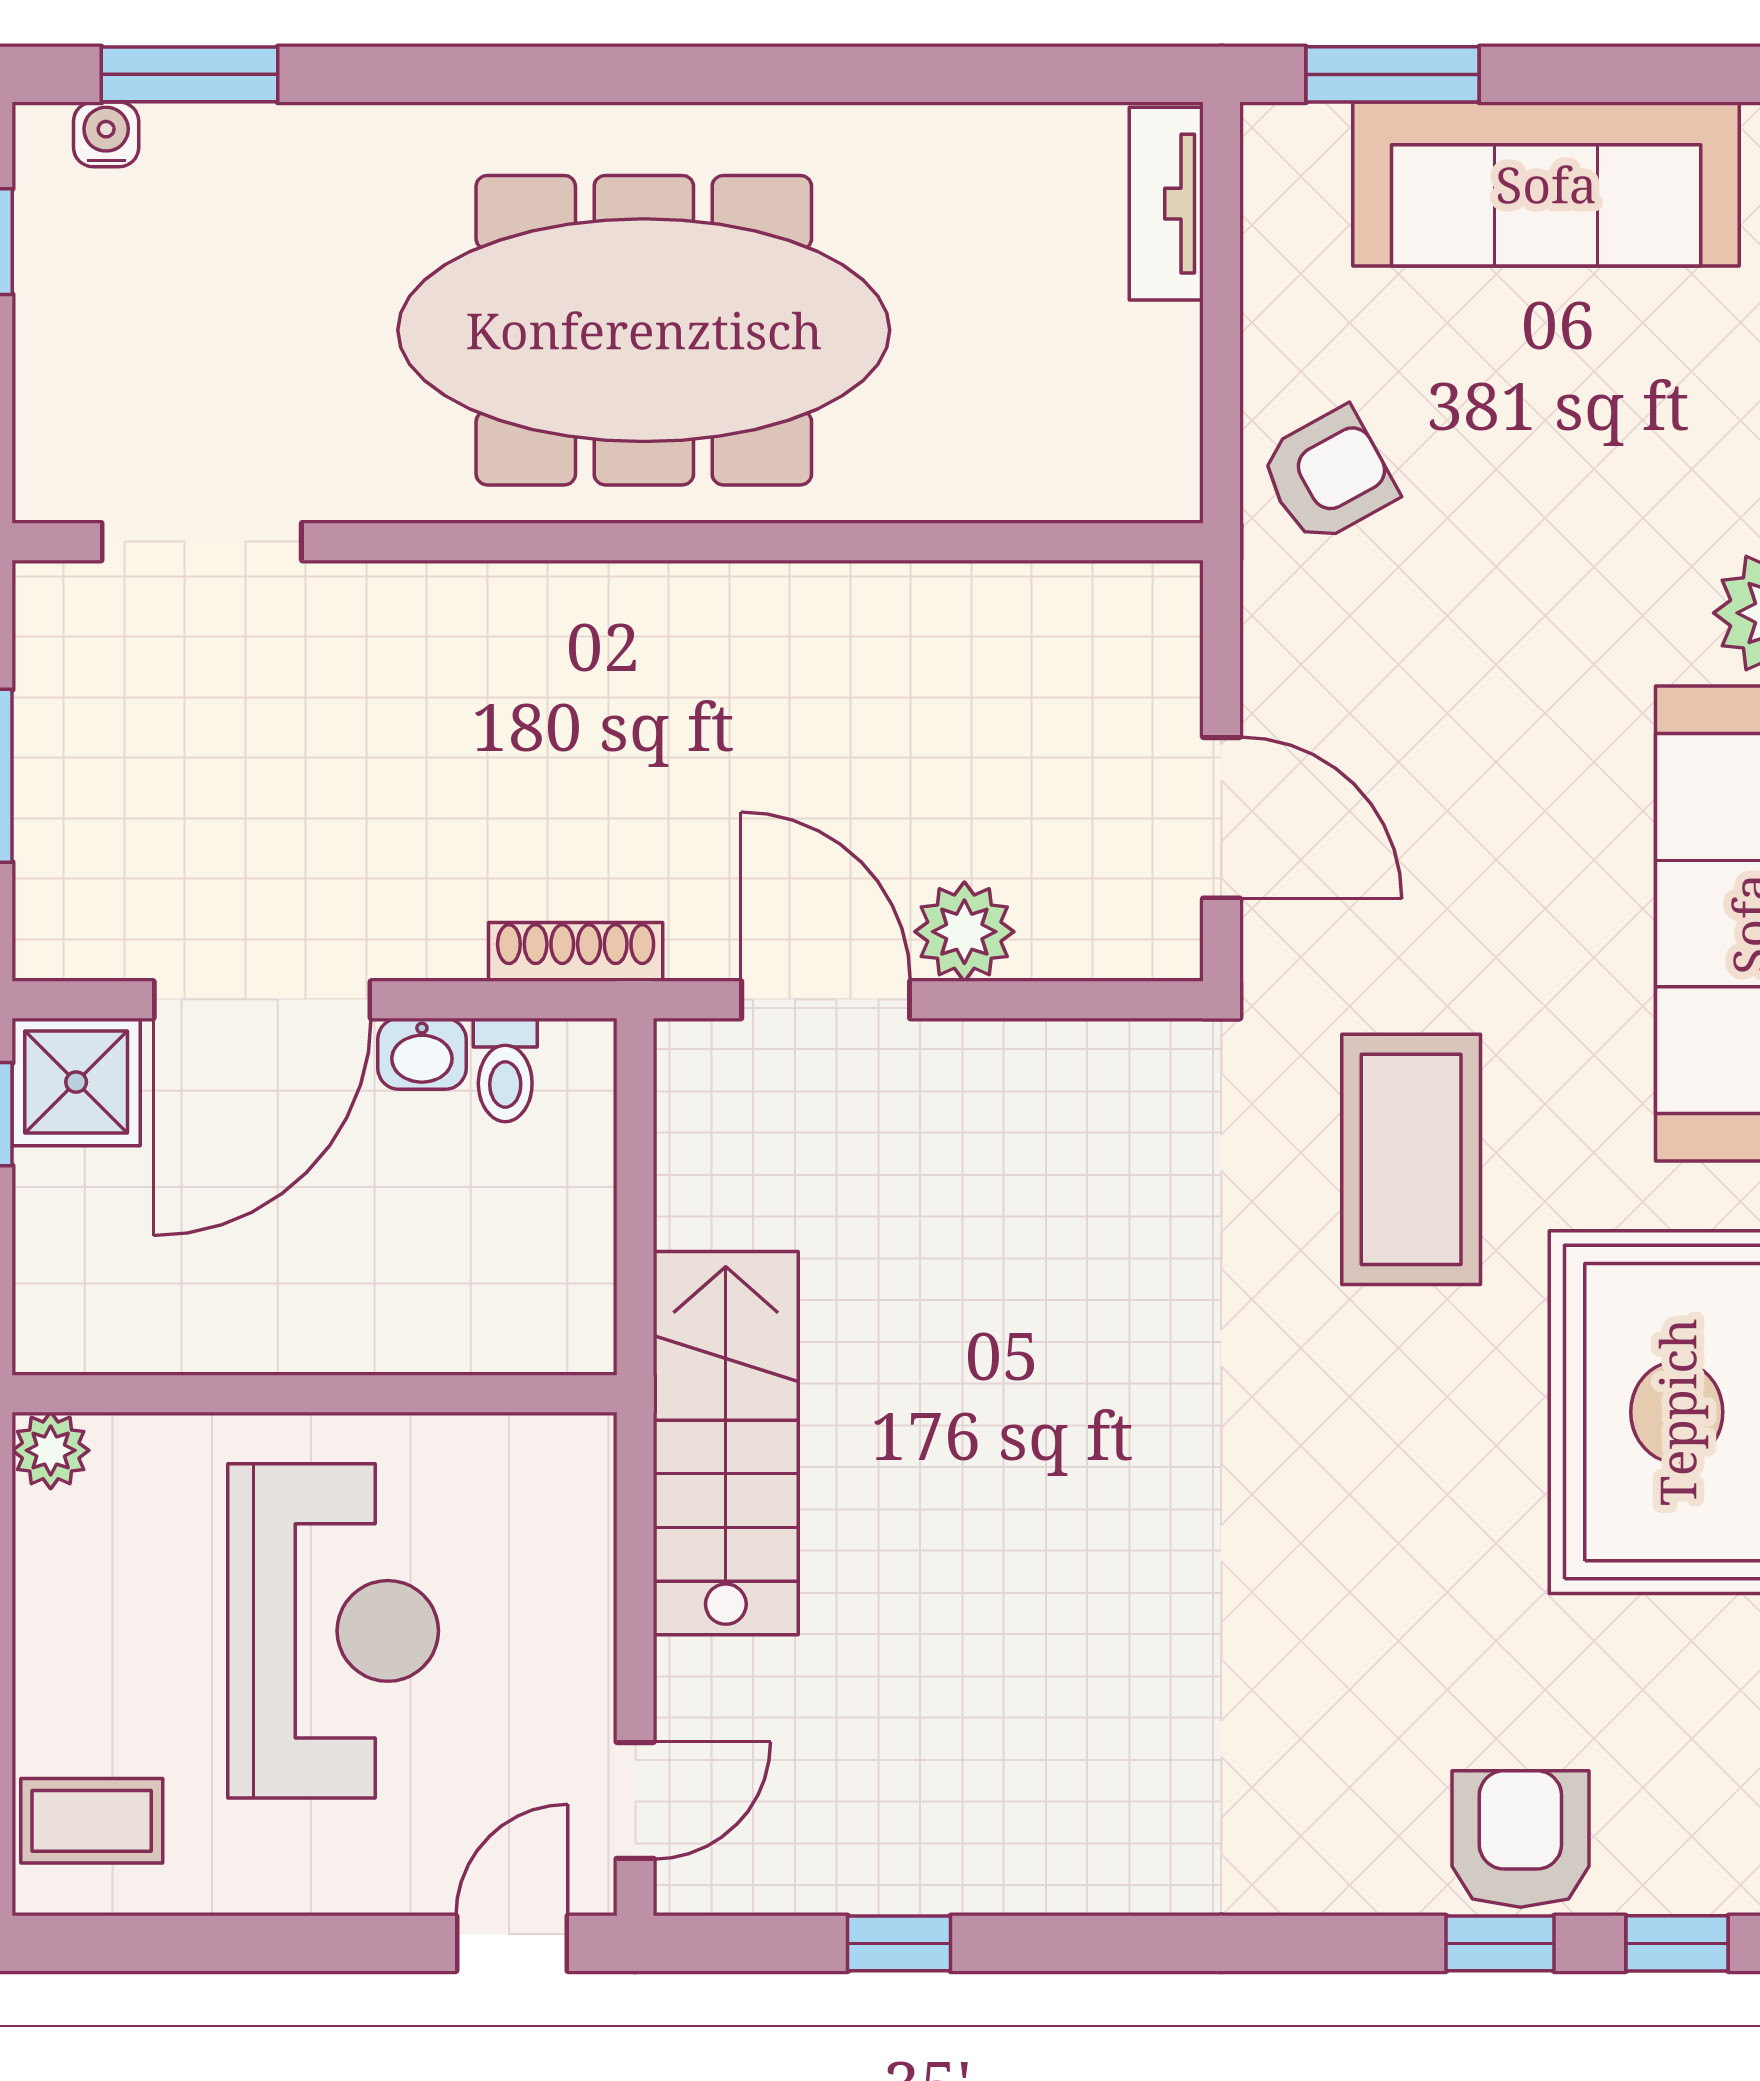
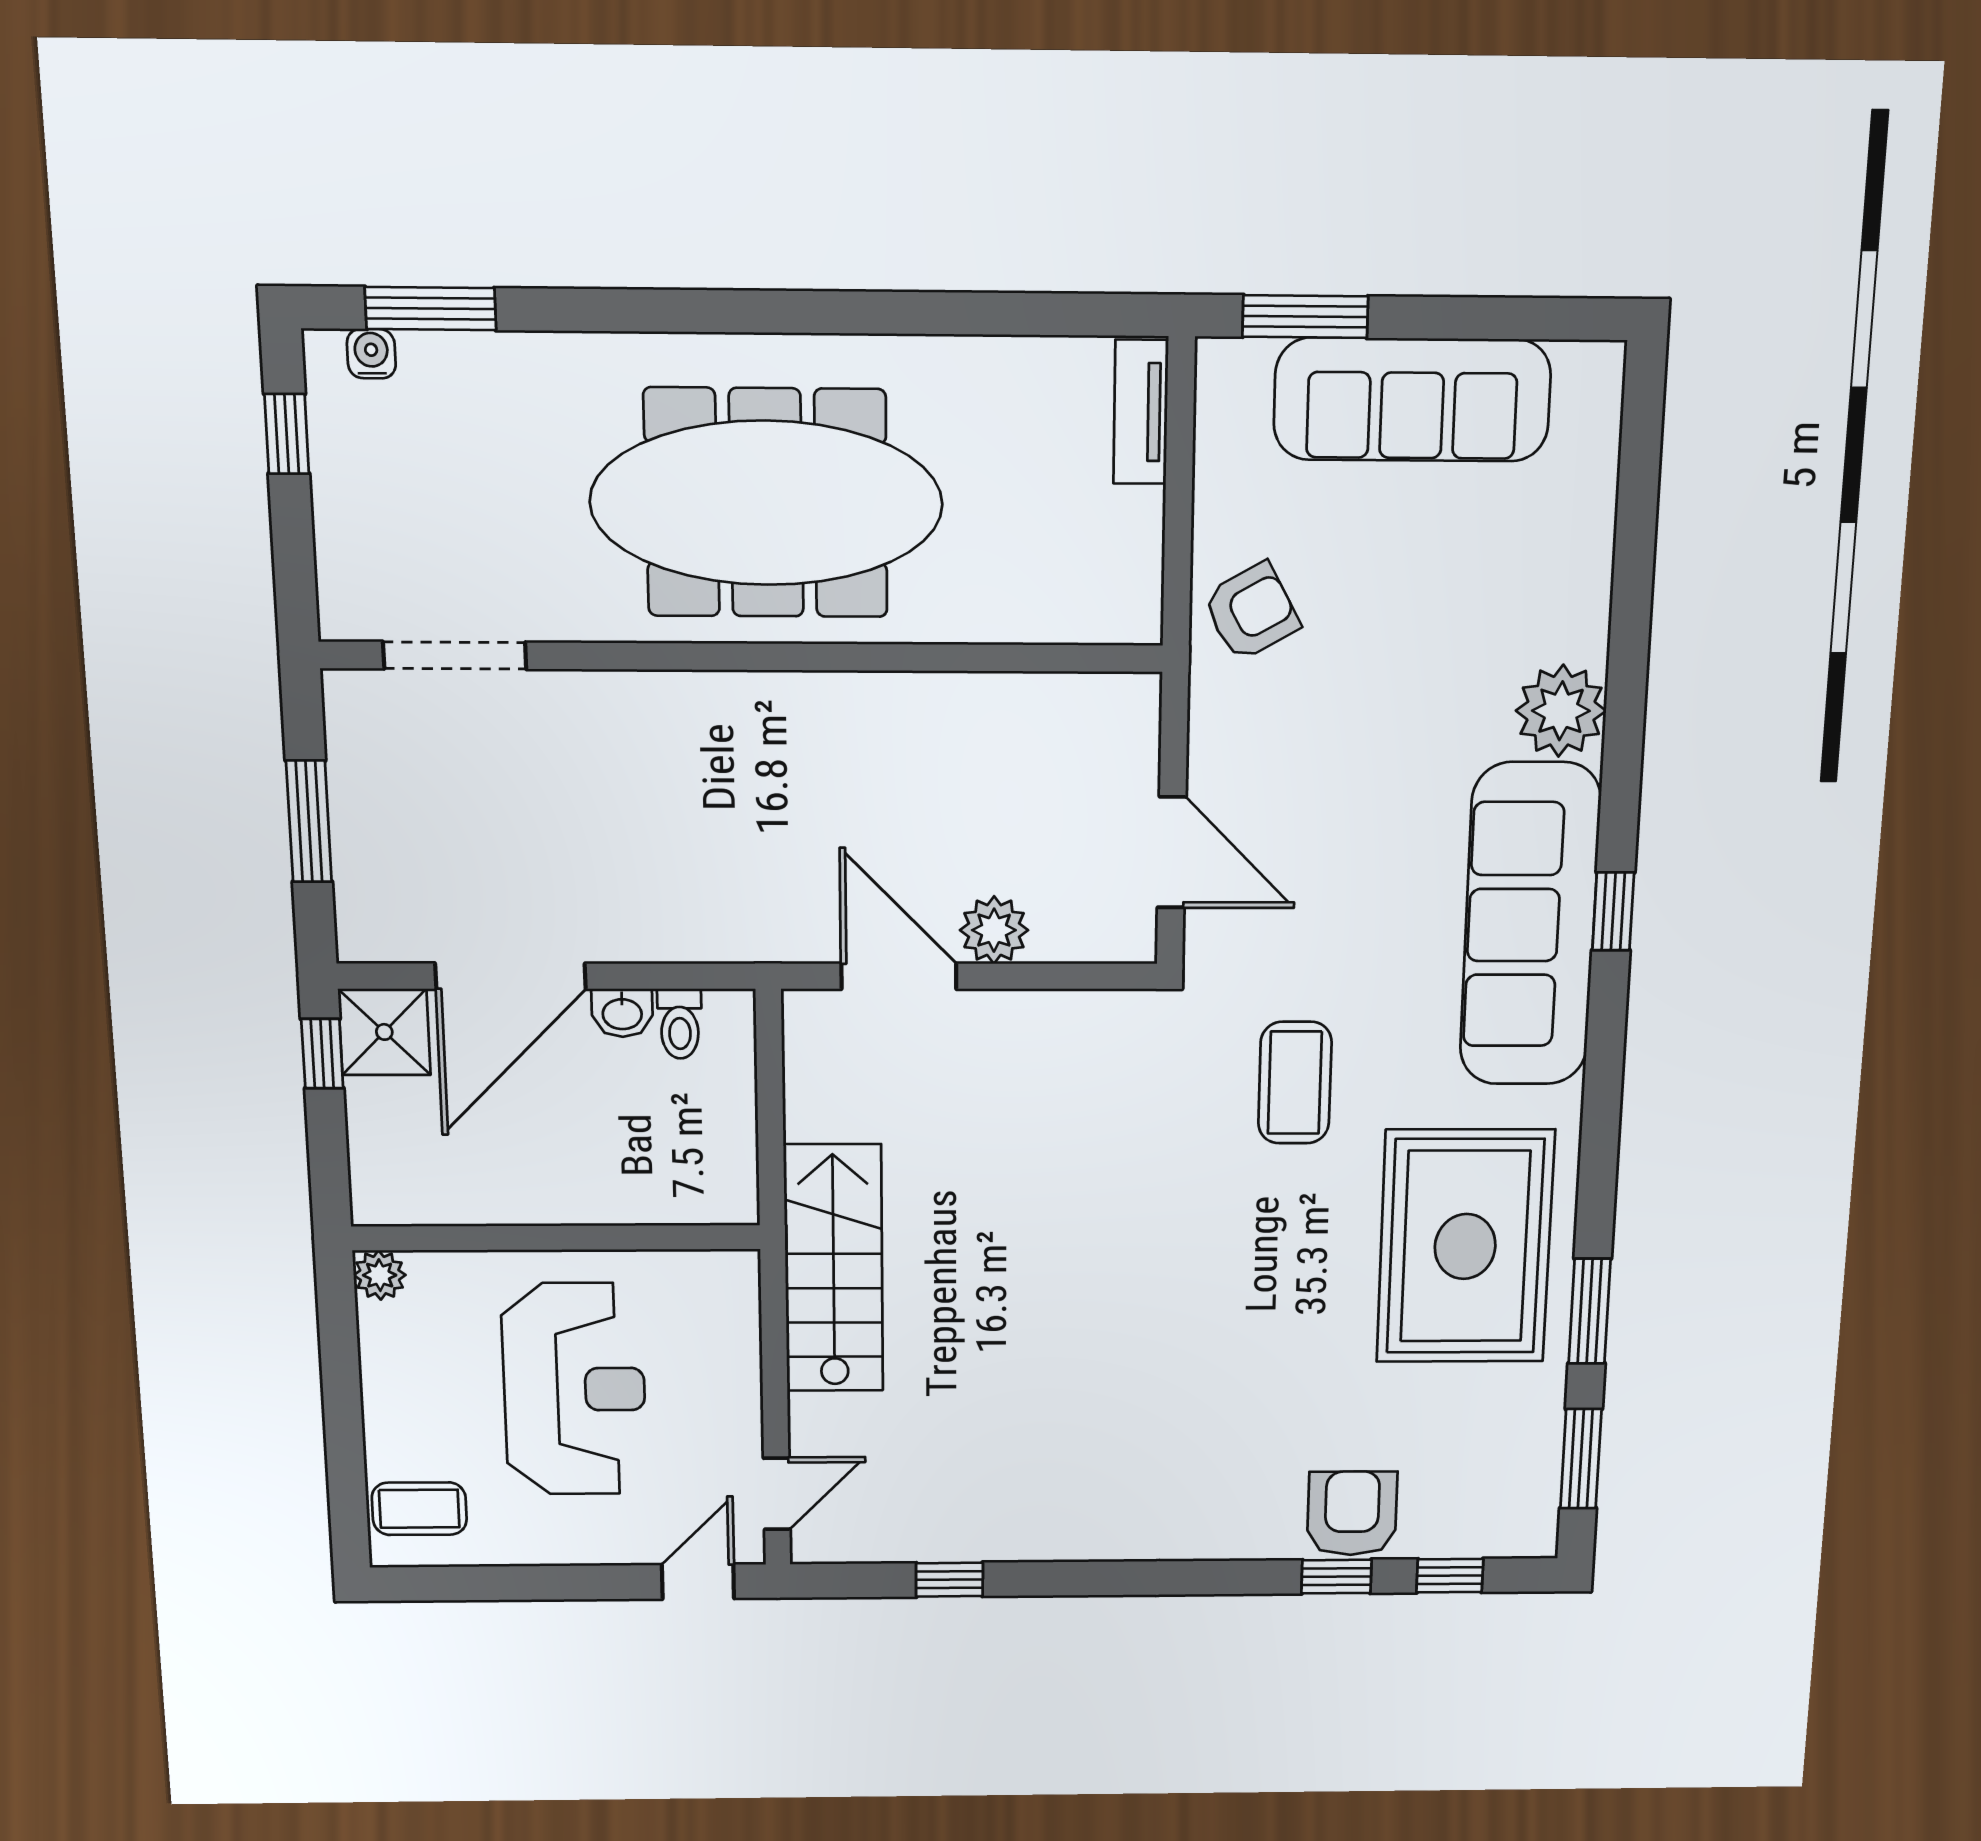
shoe rack: (576, 952) -> (726, 944), removed
coffee table: (1411, 1159) -> (1295, 1083), width x0.73, depth x0.76

